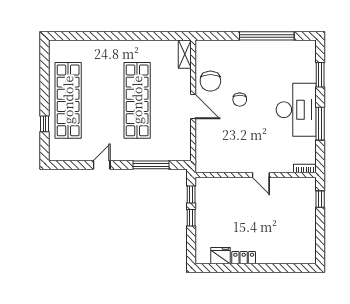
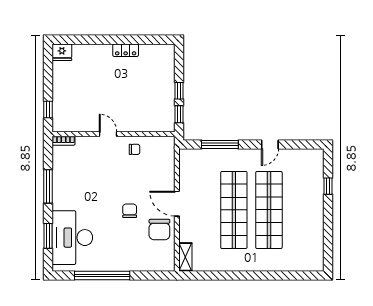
chair: (210, 81) -> (159, 230), turned 180
shop shelf: (68, 100) -> (269, 210), moved
desk: (296, 110) -> (72, 238), moved
chair: (235, 160) -> (134, 149), added
fridge: (221, 256) -> (62, 52), moved

